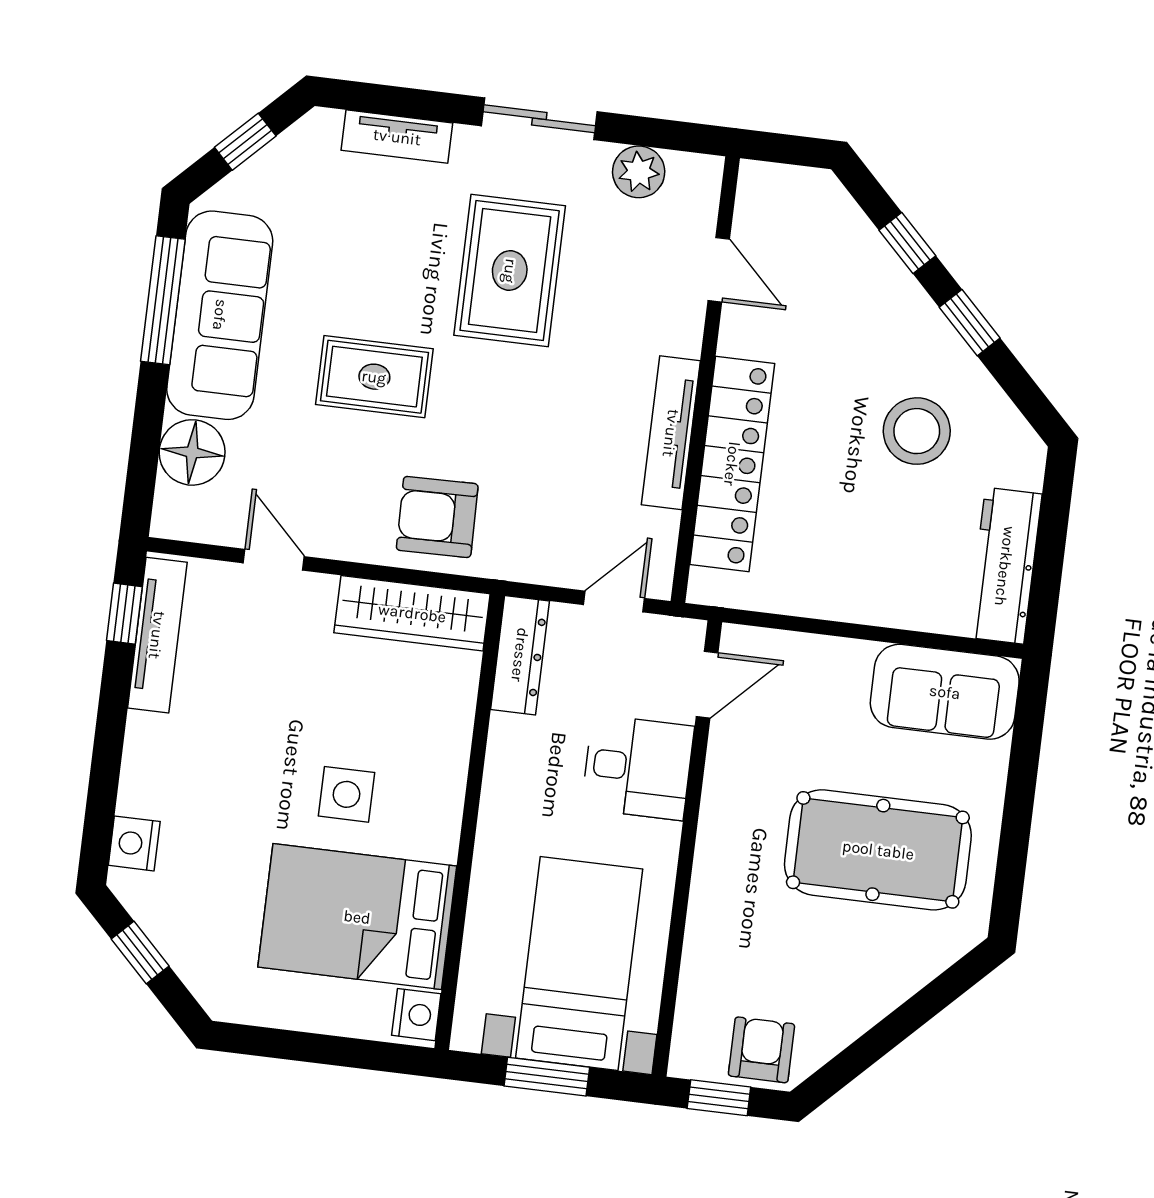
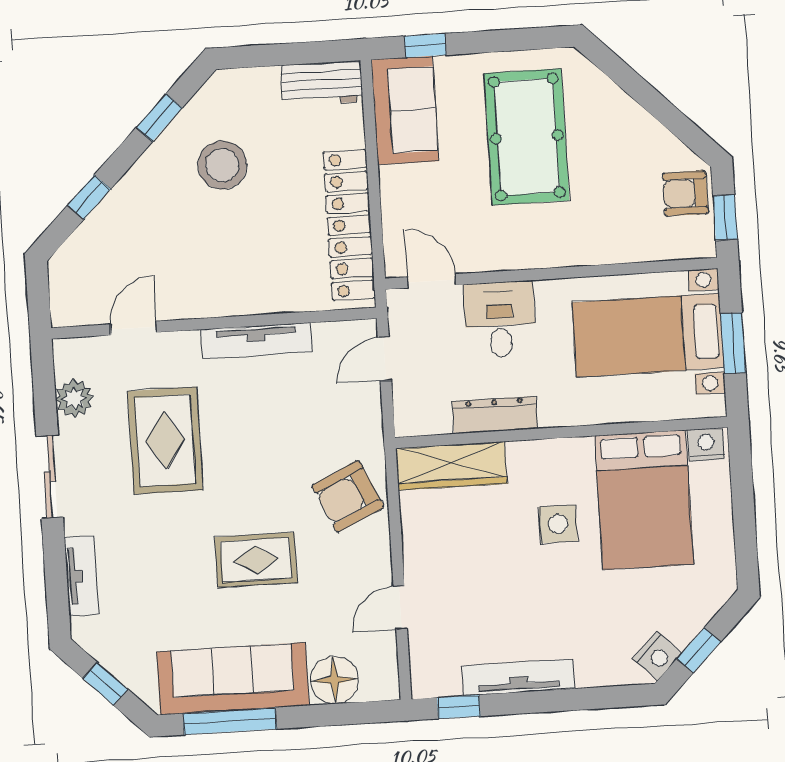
rug: (510, 271) -> (165, 441), moved, turned 90
window: (970, 323) -> (159, 118), moved
rug: (374, 377) -> (256, 560), turned 90
locker: (732, 464) -> (349, 225), moved, turned -90
armchair: (437, 517) -> (348, 496), turned 66
workbench: (1005, 566) -> (322, 83), width x0.73
door: (614, 601) -> (385, 359), hinge flipped
wardrobe: (412, 613) -> (451, 466), moved, turned 90
tv unit: (157, 635) -> (518, 677), moved
dresser: (520, 655) -> (495, 415), moved
window: (1027, 736) -> (425, 46), added
nightstand: (134, 843) -> (657, 656), moved, turned -45

